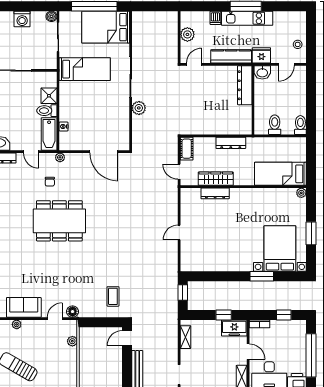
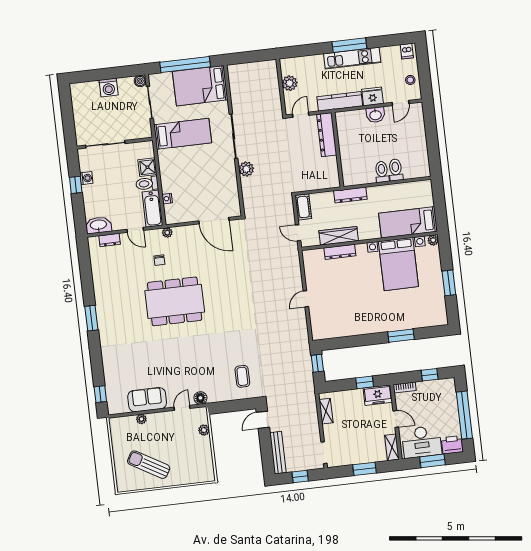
dishwasher: (215, 18) -> (407, 51), moved
dresser: (245, 85) -> (327, 135), moved
wall: (253, 100) -> (337, 150), moved
toilet: (300, 125) -> (382, 172), moved
bed with nightstands: (280, 249) -> (398, 264), moved, turned 180

